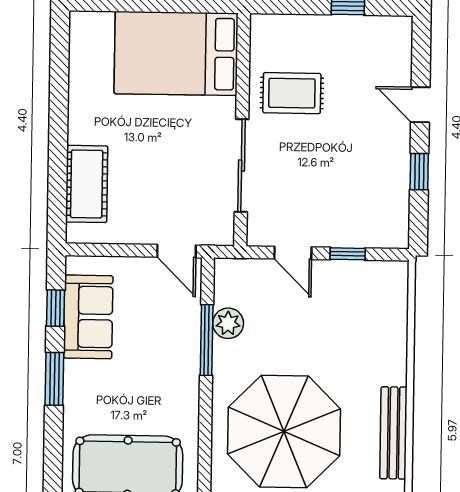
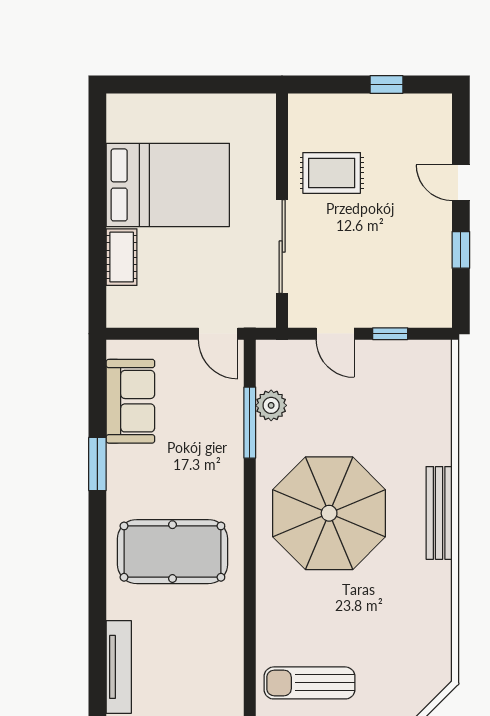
bed: (176, 53) -> (168, 185), moved, turned 180
cot: (87, 184) -> (122, 257), width x0.73, depth x0.75
window: (56, 308) -> (97, 393), removed

